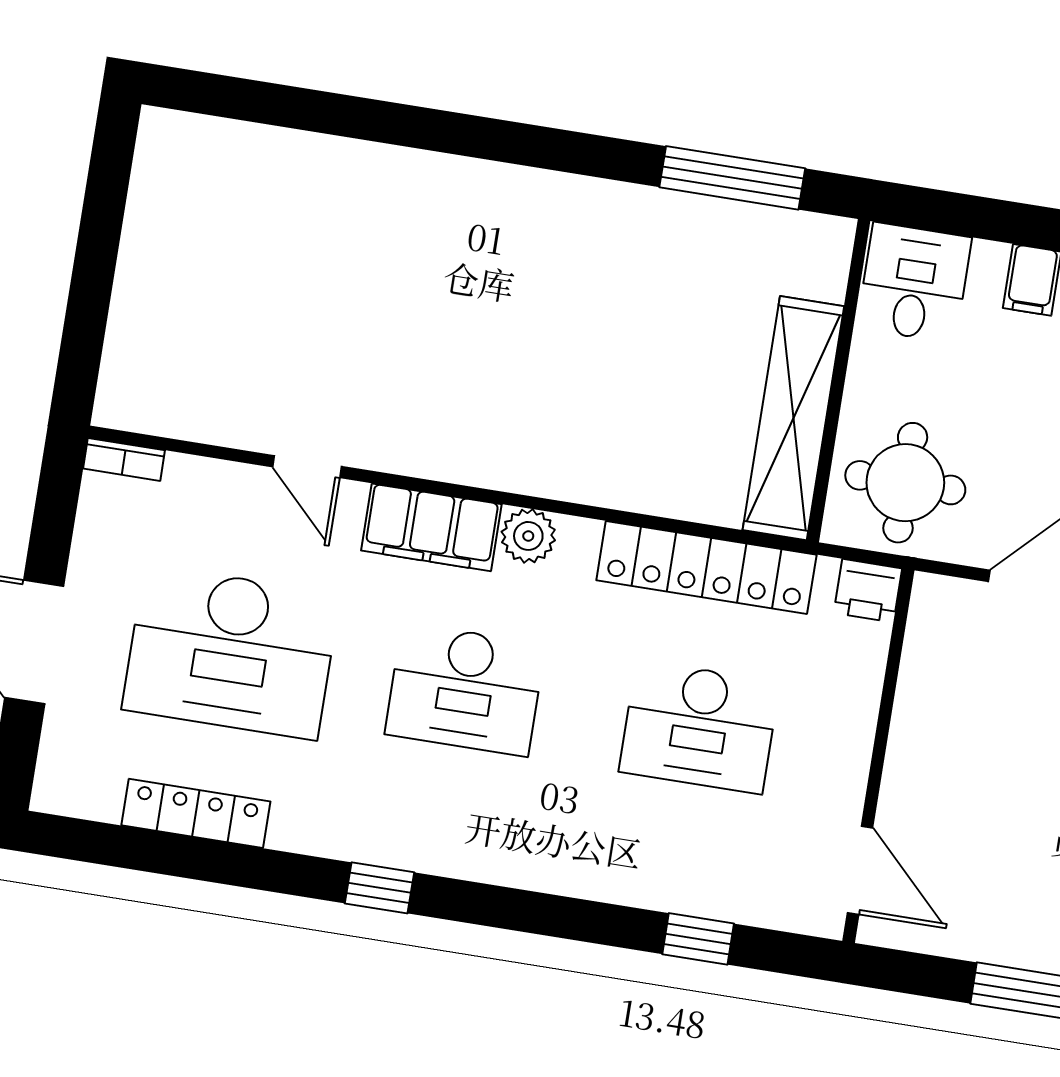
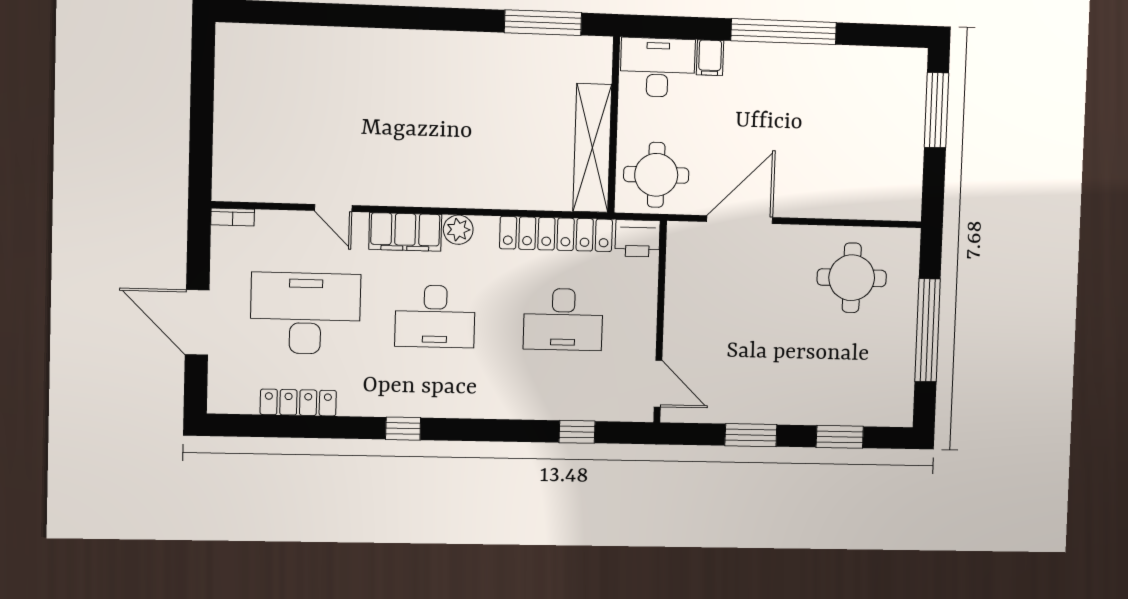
desk: (914, 283) -> (658, 67), width x1.37
printer: (868, 591) -> (638, 238), width x1.36, depth x1.24
desk: (231, 652) -> (305, 313), turned 180

